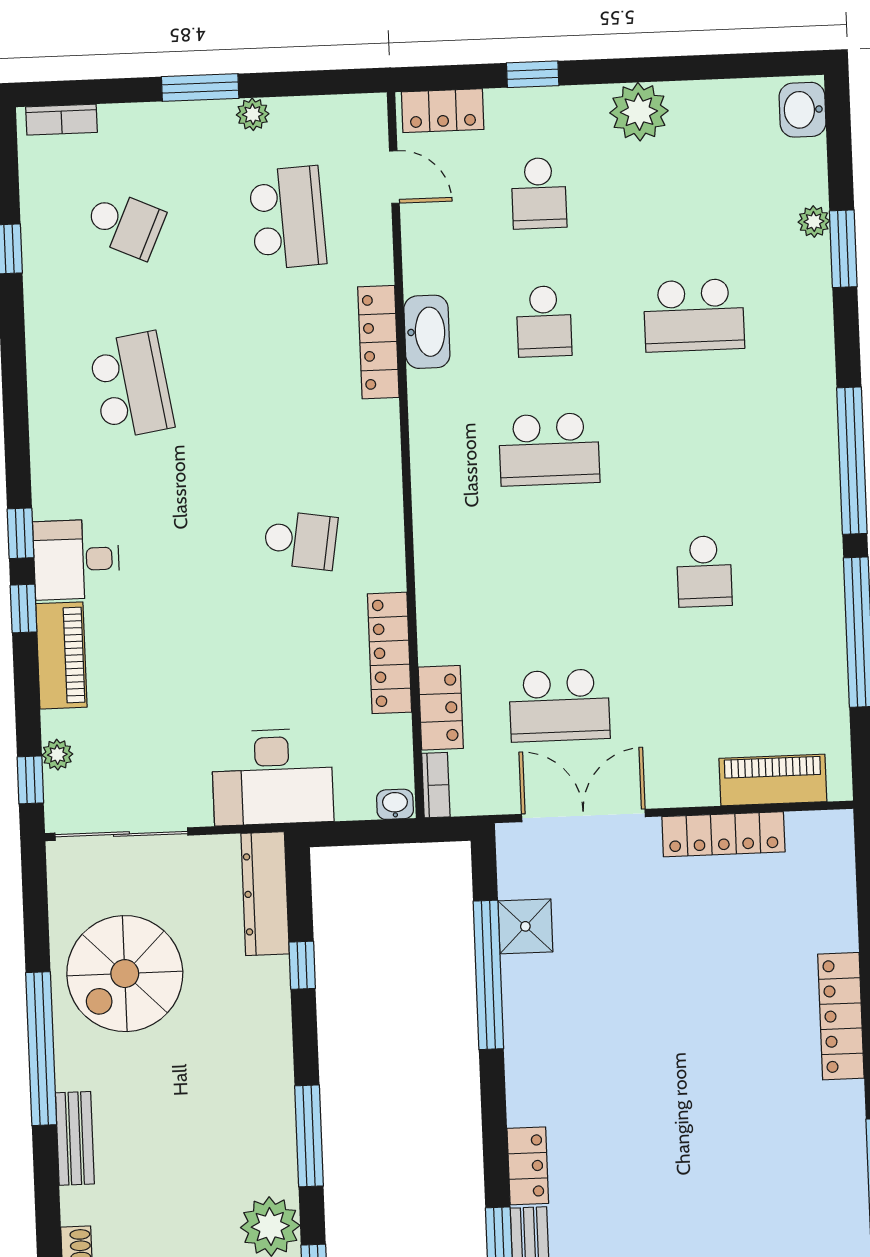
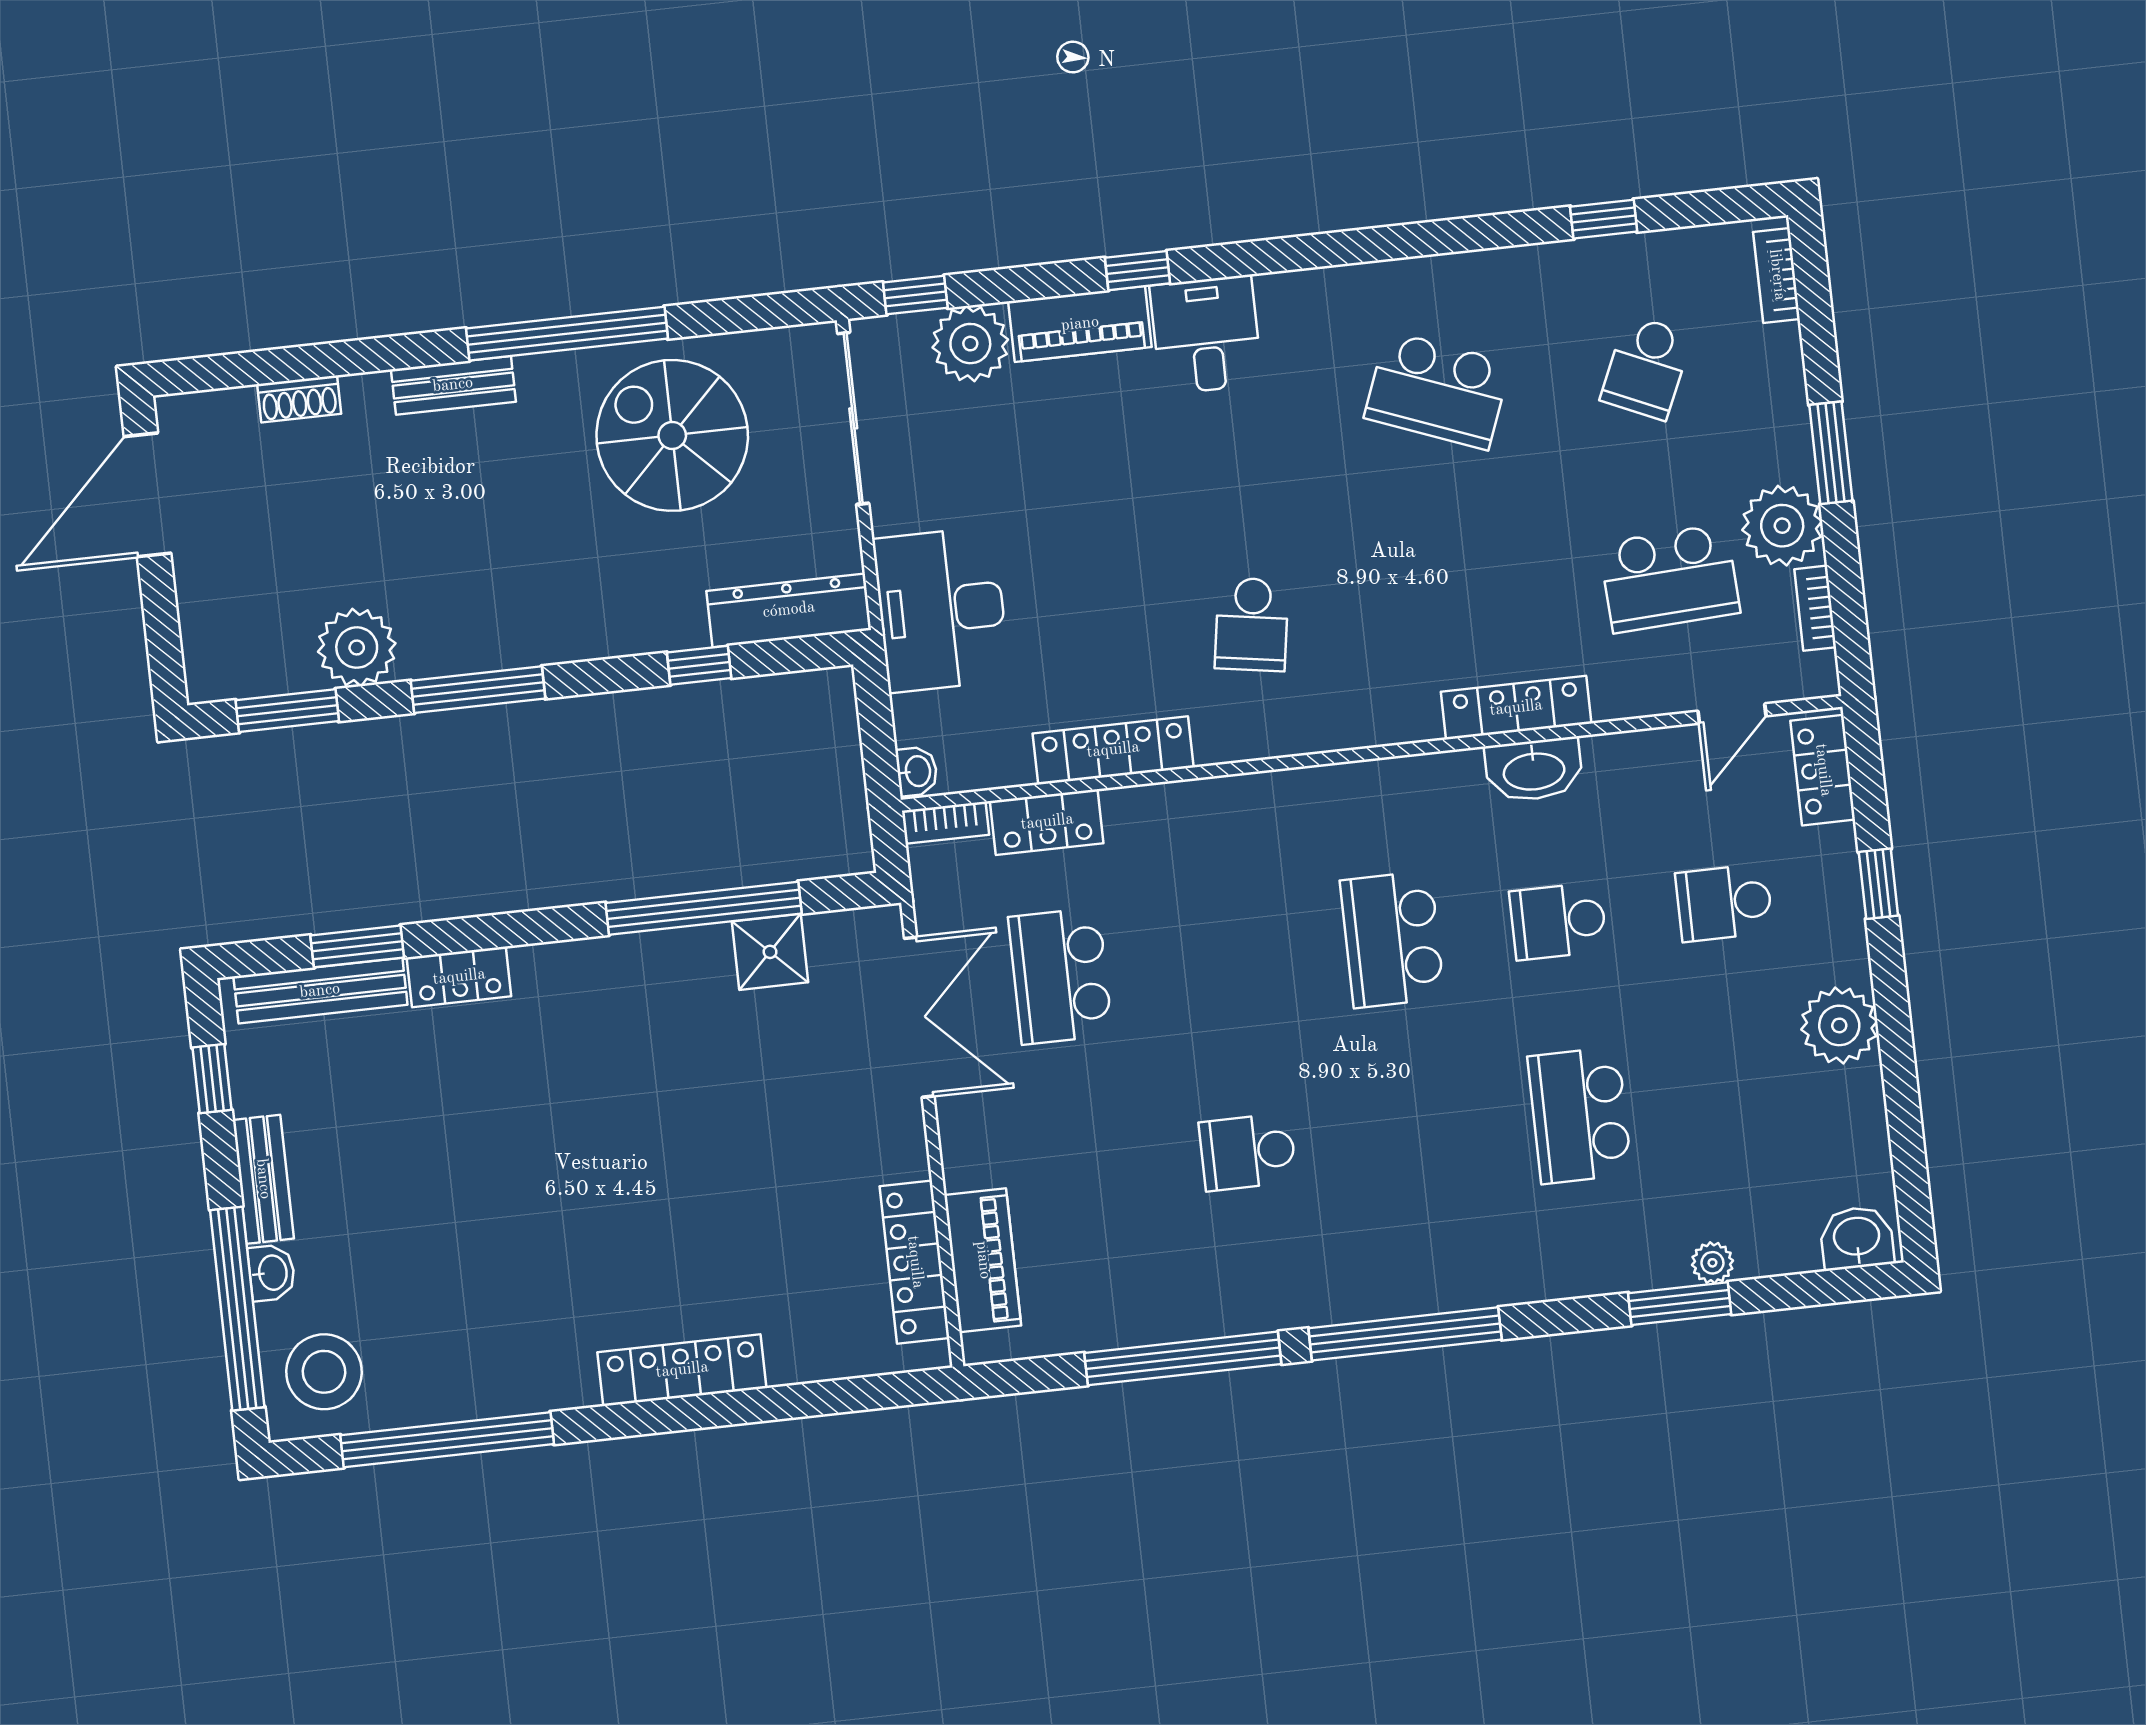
bookcase: (318, 108) -> (1815, 608), added
plant: (253, 114) -> (1782, 526), width x1.87, depth x1.87
school desk: (131, 385) -> (1437, 390), turned 30
window: (20, 533) -> (1235, 260), removed
plant: (57, 755) -> (970, 344), width x1.87, depth x1.87
locker: (723, 834) -> (915, 1262), moved

